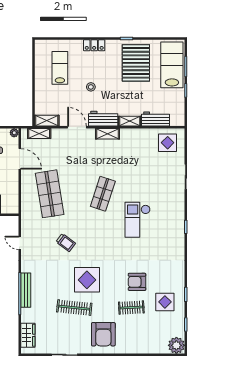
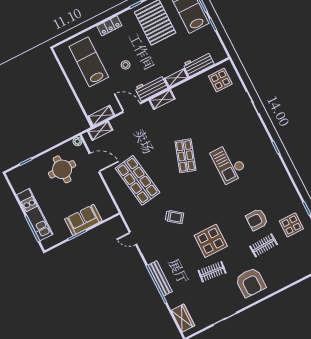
lab bench: (60, 68) -> (89, 62), width x1.36, depth x1.39
clothes rail: (74, 308) -> (212, 272), width x0.73

